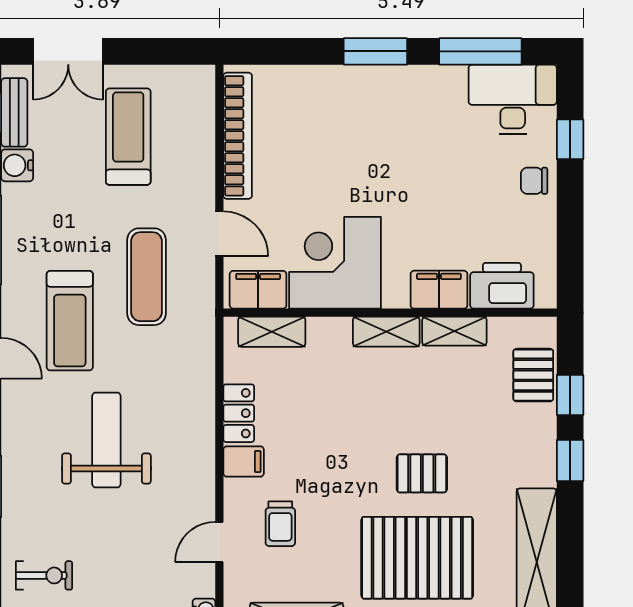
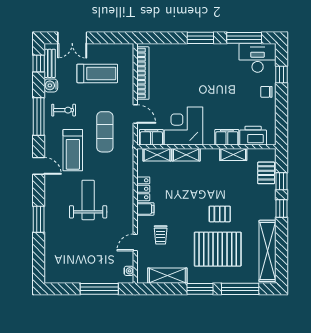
treadmill: (128, 137) -> (97, 73), turned 90
shelving: (386, 332) -> (186, 155), moved
exercise bike: (44, 575) -> (64, 110), moved

